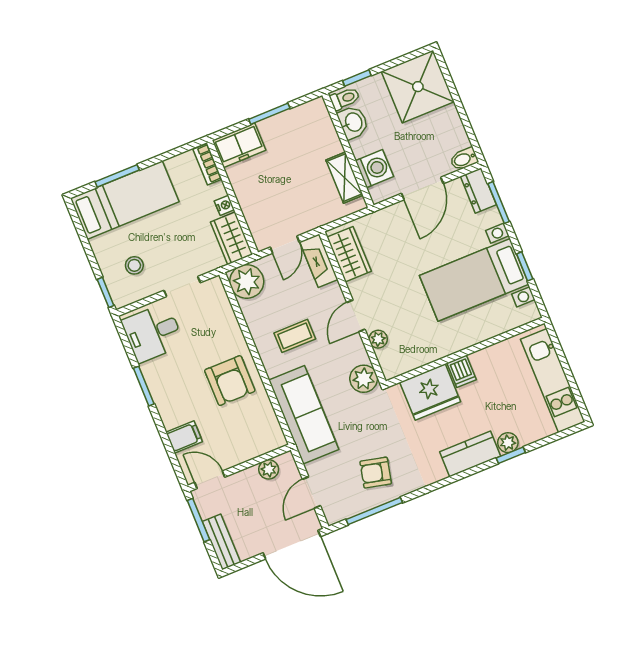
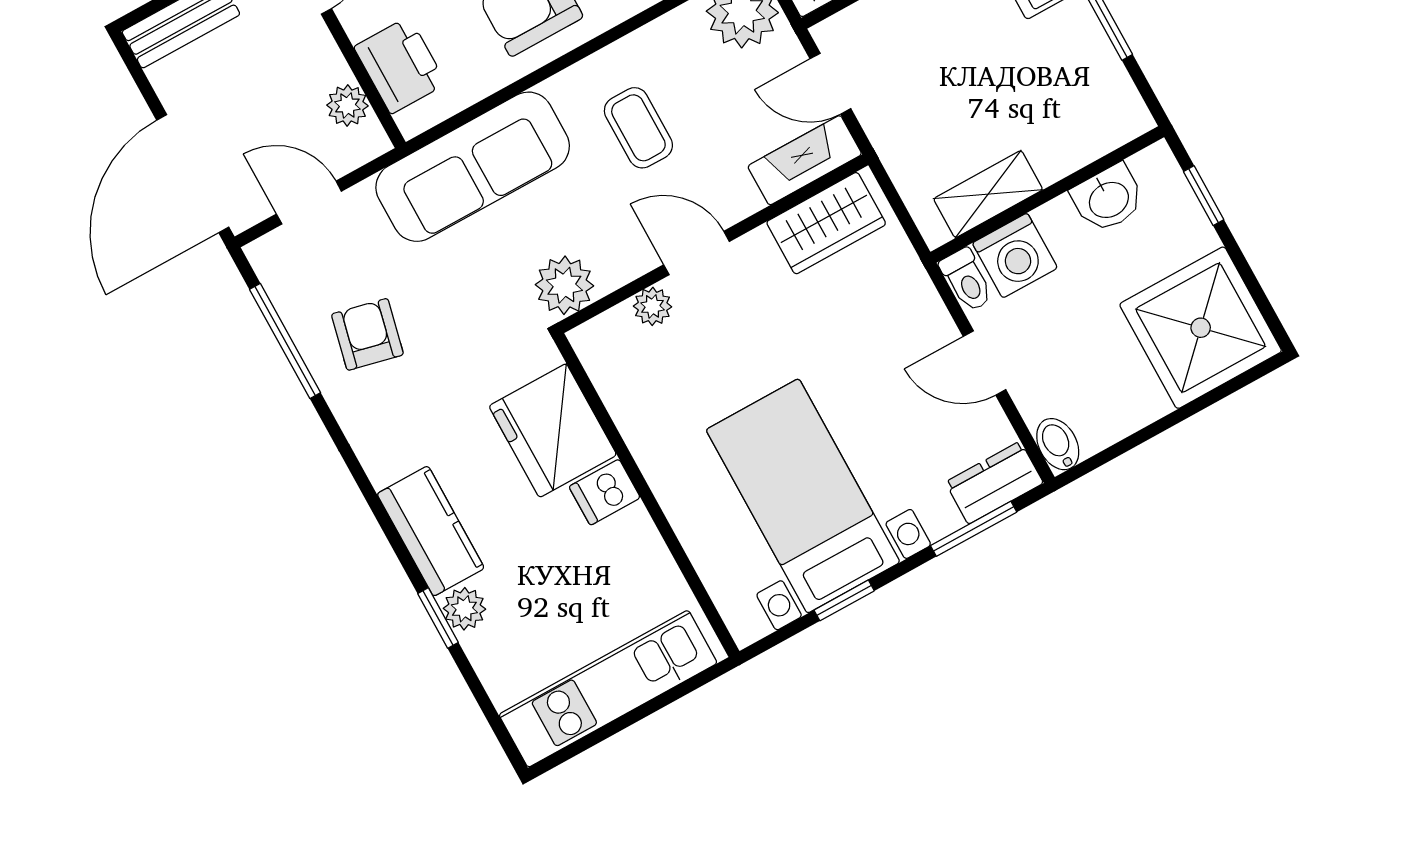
toilet: (345, 99) -> (967, 280), moved
door: (422, 188) -> (985, 363), width x0.73
printer: (253, 443) -> (400, 65), added

